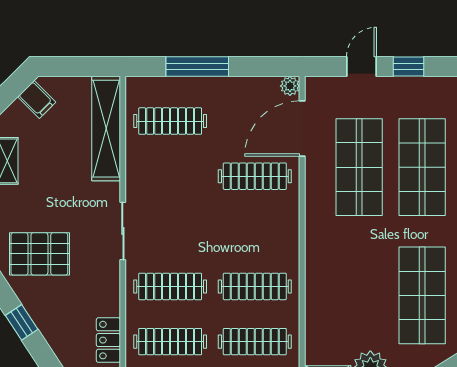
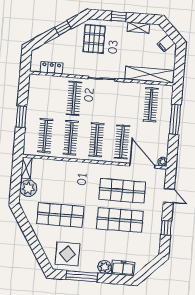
window: (408, 67) -> (166, 228), moved
clothes rail: (170, 342) -> (96, 140), moved

